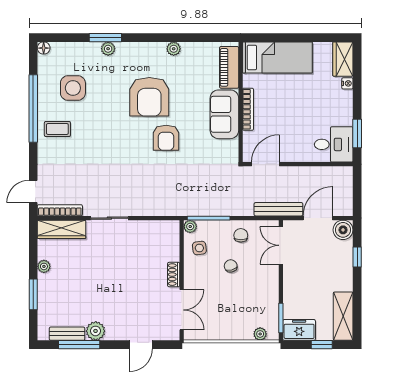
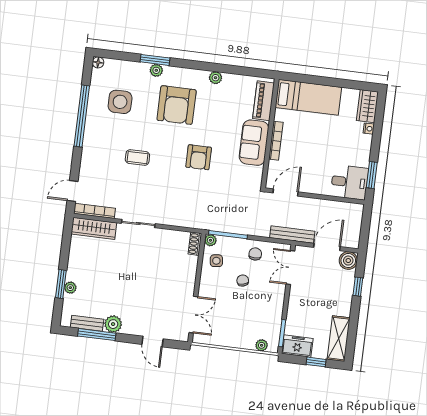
armchair: (149, 97) -> (177, 105), moved
coffee table: (57, 129) -> (137, 158), moved
plant: (44, 266) -> (70, 288), moved
shoe rack: (174, 275) -> (195, 244), moved
door: (141, 345) -> (152, 342), hinge flipped

